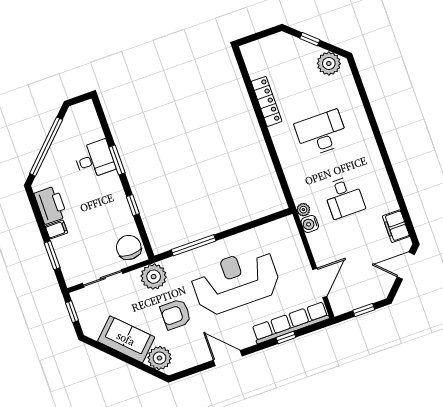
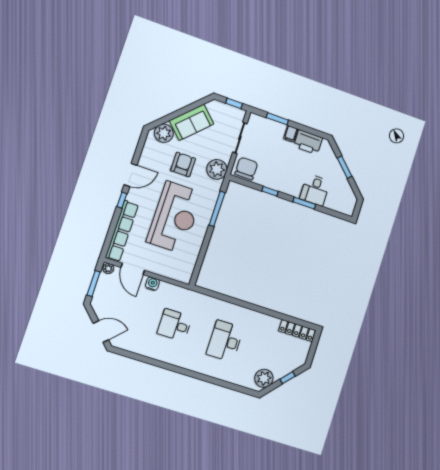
locker: (267, 101) -> (297, 331), moved
desk: (321, 133) -> (225, 341), turned 180
window: (46, 147) -> (344, 167), width x0.47
plant: (303, 210) -> (108, 269), moved
water cooler: (310, 224) -> (152, 284), moved
filing cabinet: (396, 226) -> (131, 344), removed
chair: (129, 247) -> (246, 168), turned -90
door: (406, 266) -> (101, 332), hinge flipped
window: (364, 310) -> (94, 283), width x1.50
window: (286, 338) -> (122, 200), moved

